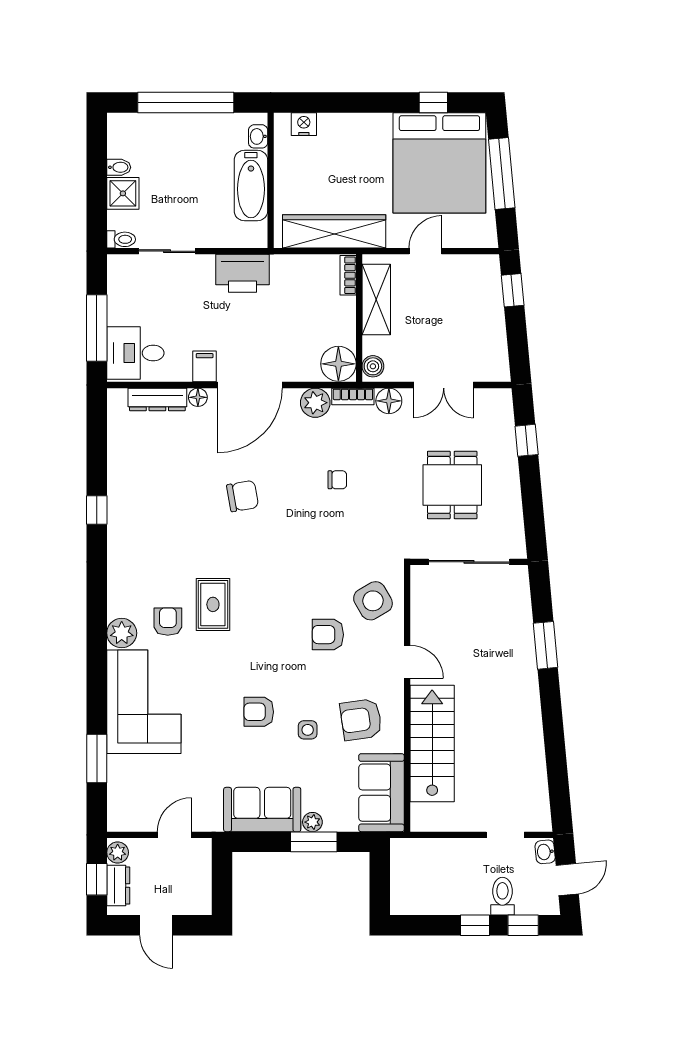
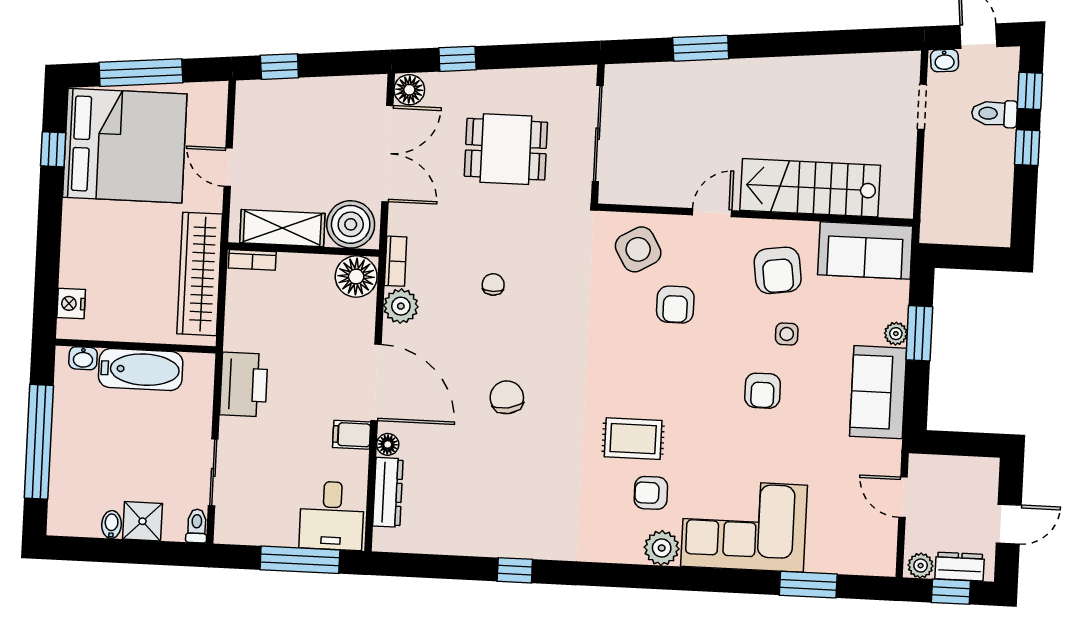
boiler: (373, 366) -> (351, 224), width x1.86, depth x1.86
double door: (444, 385) -> (387, 154), width x1.37
floor lamp: (389, 401) -> (409, 90), moved

